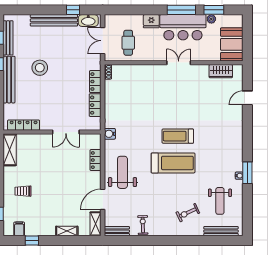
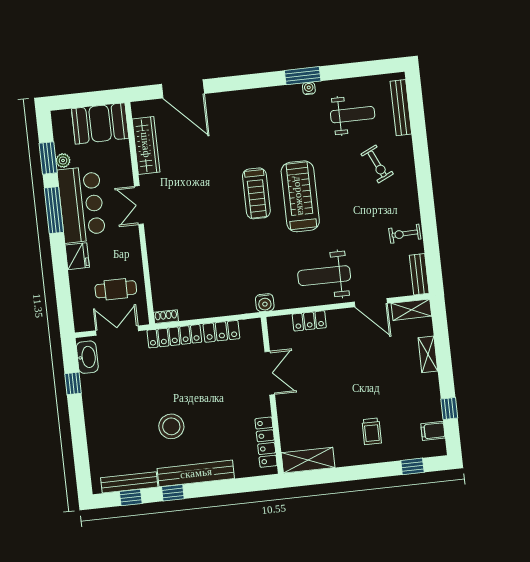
bench: (54, 20) -> (93, 412), removed
double door: (103, 41) -> (117, 331), swing flipped
wardrobe: (221, 71) -> (146, 145), width x1.50
locker: (95, 82) -> (174, 336), width x1.53
door: (247, 98) -> (183, 89), width x1.88

